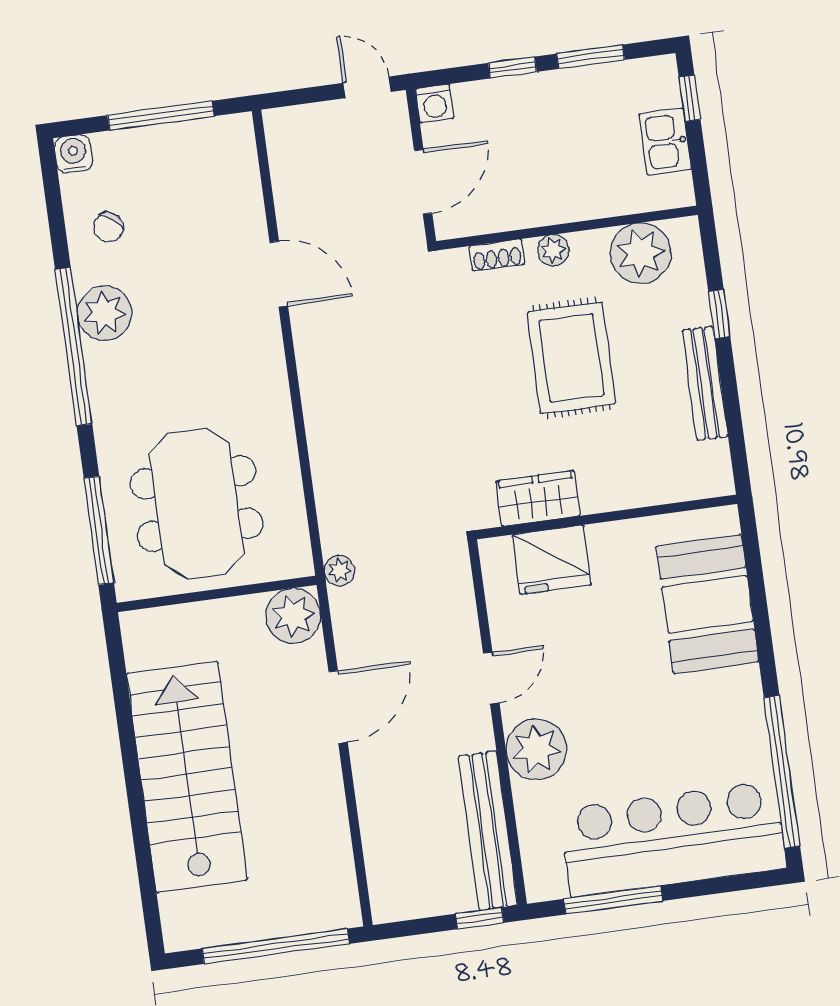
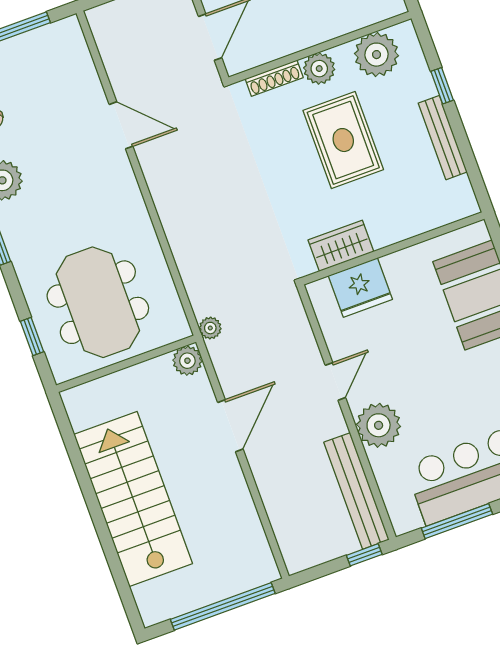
plant: (553, 250) -> (319, 69), width x1.38, depth x1.38
shoe rack: (497, 255) -> (274, 78), width x1.43
window: (99, 530) -> (32, 337), width x0.46
plant: (293, 616) -> (187, 361), width x0.73, depth x0.73

